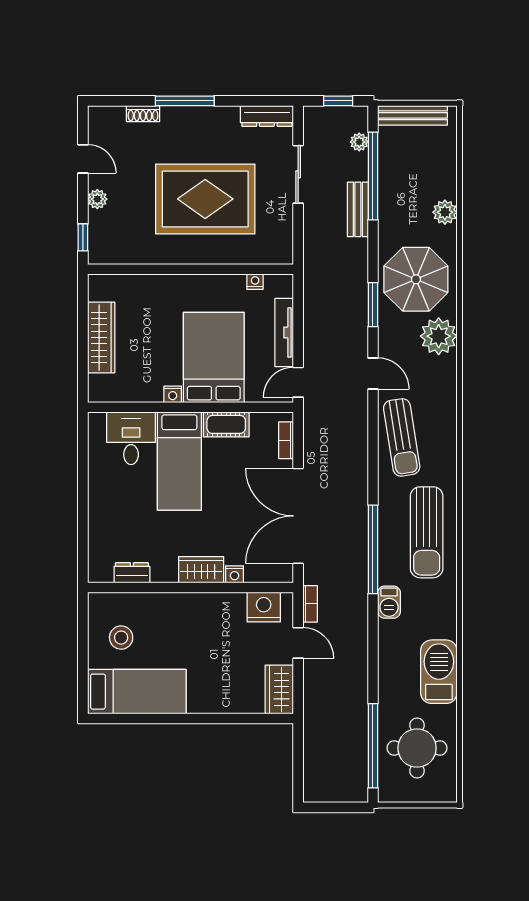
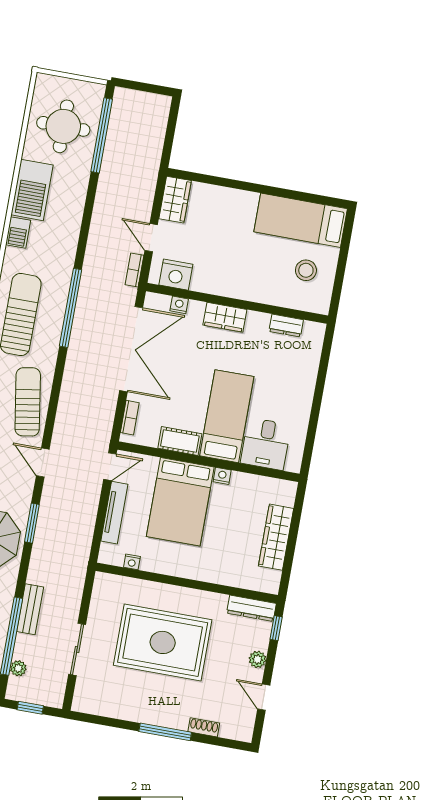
dresser: (267, 116) -> (251, 608), moved, turned 180
nightstand: (235, 574) -> (179, 305), moved
barbecue: (389, 602) -> (18, 233), moved, turned 180

